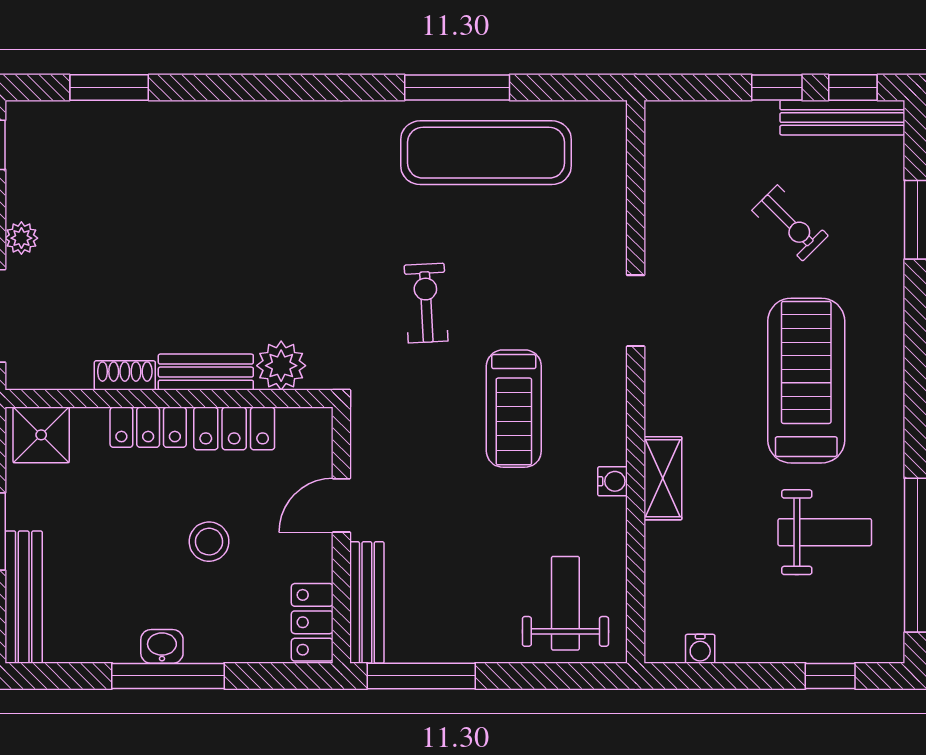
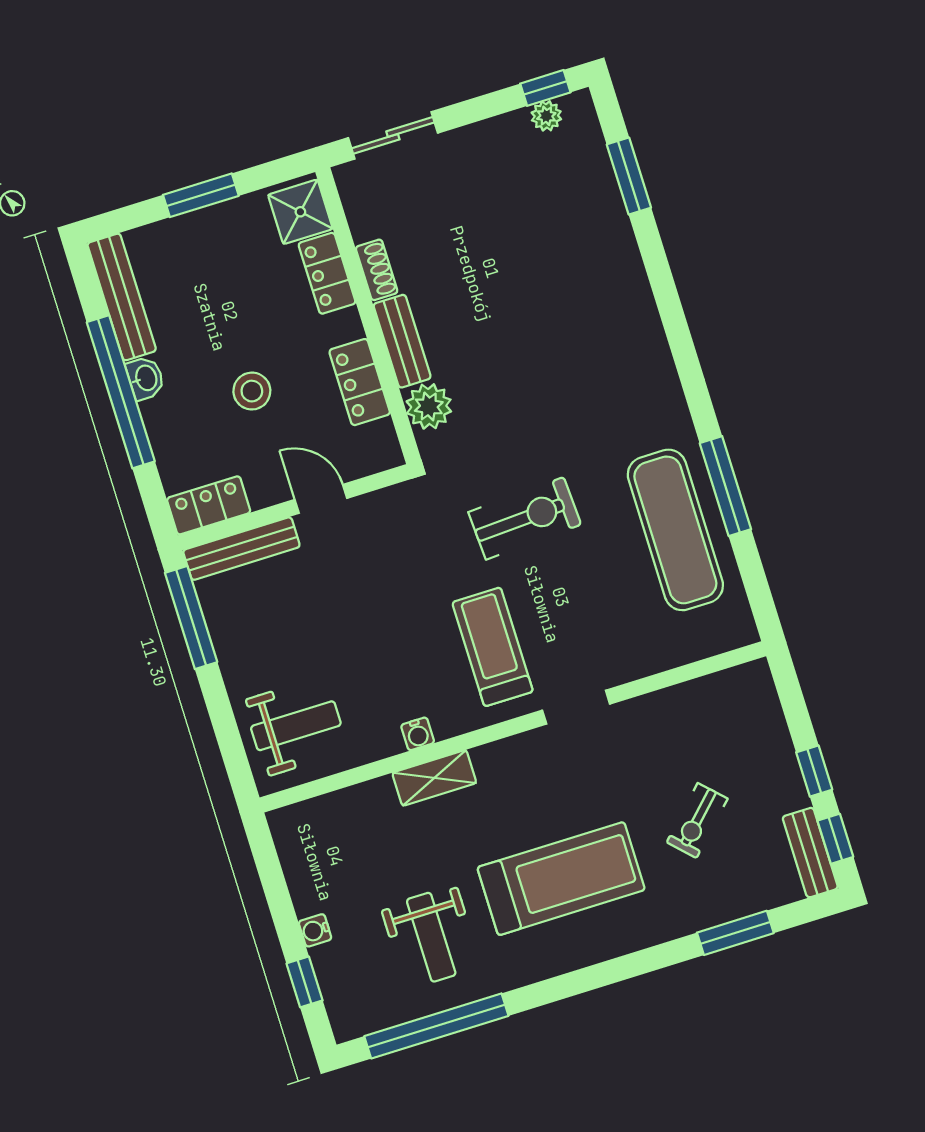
bench: (842, 118) -> (810, 853), width x0.73
plant: (21, 238) -> (546, 116), moved
exercise bike: (426, 303) -> (525, 518), width x1.38, depth x1.39
treadmill: (514, 409) -> (493, 647), moved, turned 90
locker: (148, 427) -> (327, 273), moved
bench: (24, 597) -> (122, 297), moved, turned 90
water cooler: (700, 649) -> (315, 930), moved
window: (168, 676) -> (121, 392), width x1.46

